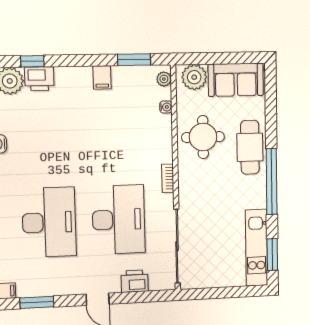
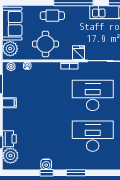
cafe table: (250, 147) -> (52, 16), width x0.73, depth x0.74
fridge: (190, 193) -> (78, 53), added

